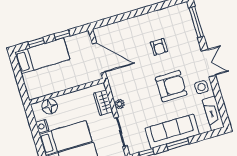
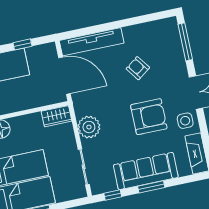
tv unit: (119, 28) -> (92, 42), added
armchair: (159, 47) -> (138, 68), turned 144
wardrobe: (103, 103) -> (56, 116), moved, turned -90
plant: (119, 104) -> (89, 127), width x1.88, depth x1.88

